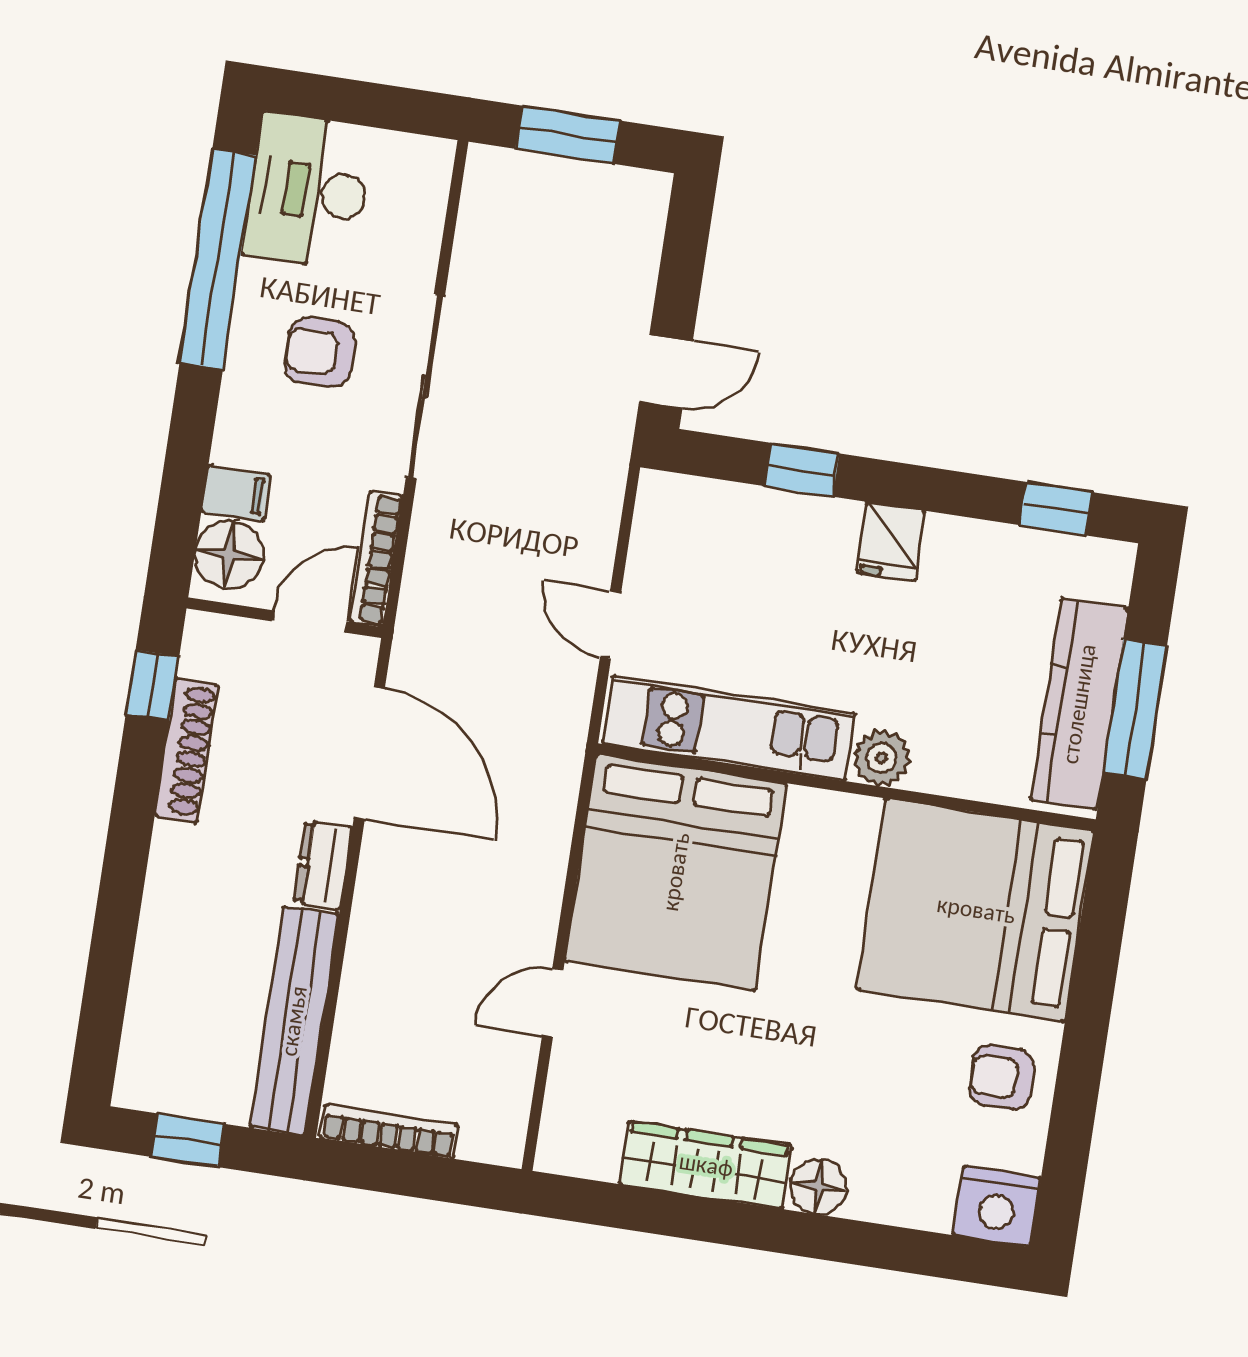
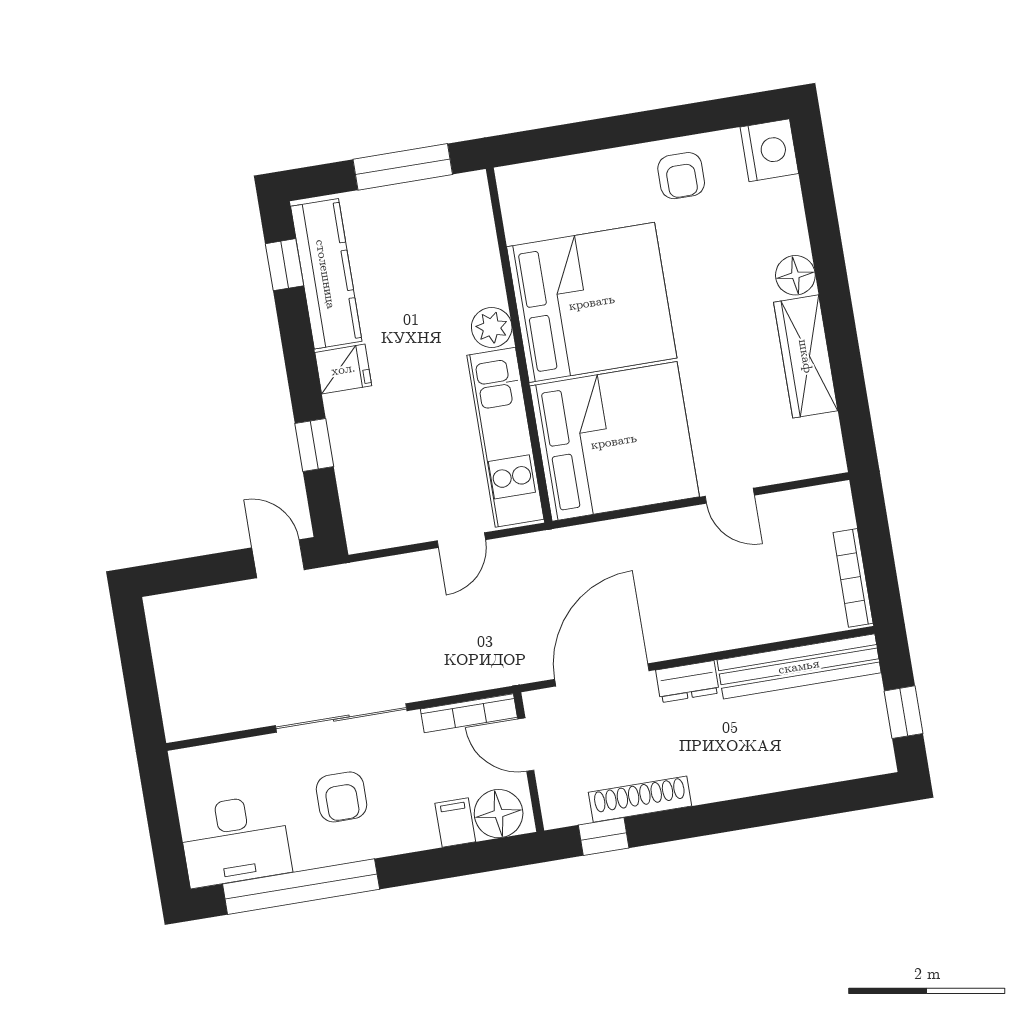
window: (568, 135) -> (140, 677), removed
kitchen counter: (1079, 704) -> (326, 274), moved, turned -90
bed: (976, 910) -> (592, 302), moved, turned -90

